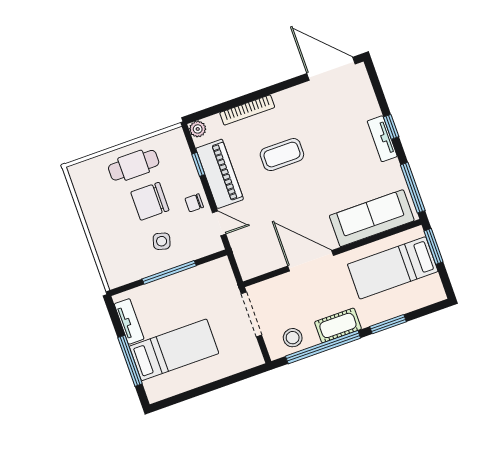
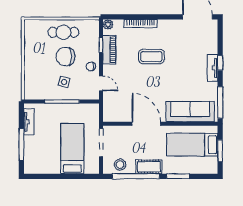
piano: (220, 174) -> (109, 50), width x0.73, depth x0.75
window: (433, 246) -> (220, 151), moved
bed: (174, 350) -> (72, 149), moved, turned -90

